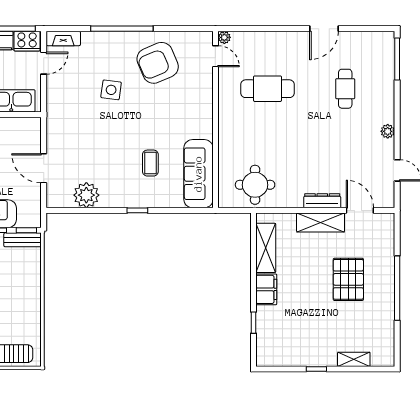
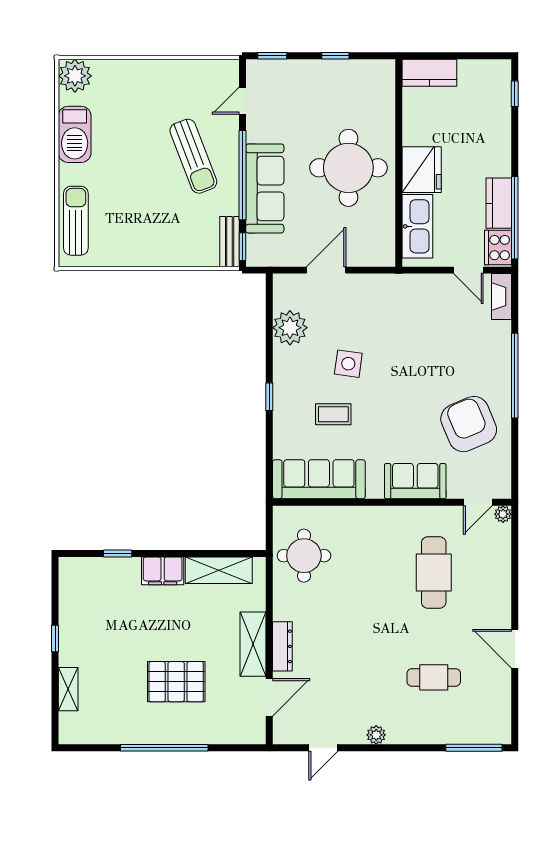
side table: (111, 90) -> (348, 364), moved
sofa: (200, 102) -> (415, 481), added

